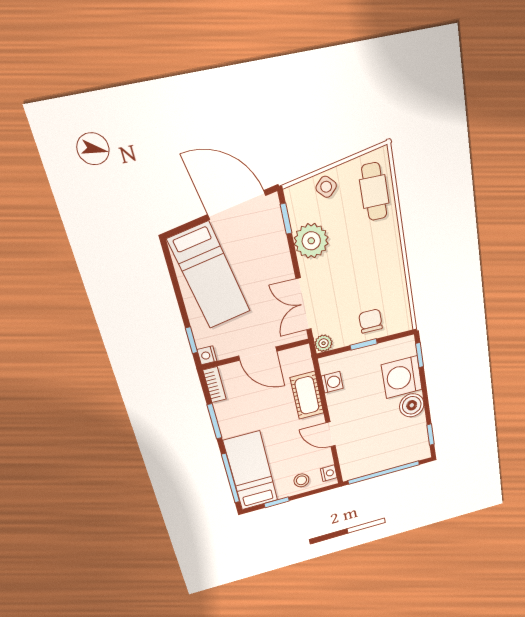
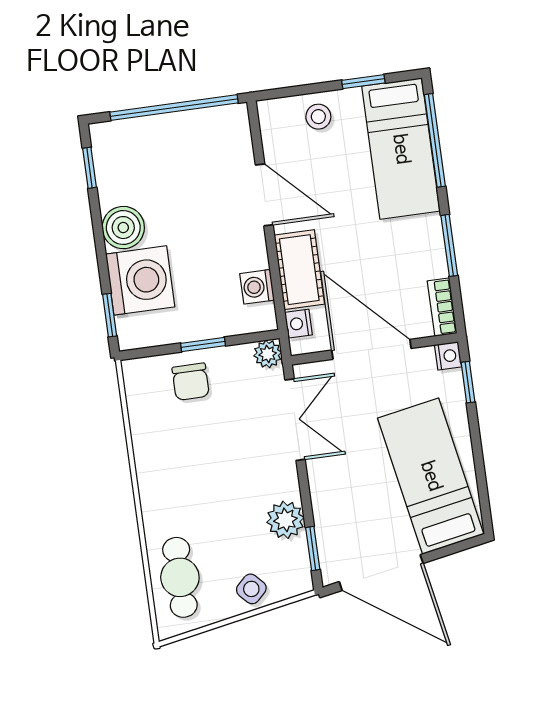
plant: (311, 241) -> (285, 520), width x0.73, depth x0.73
door: (258, 354) -> (371, 349), width x1.36
door: (331, 434) -> (264, 195), width x1.38
nightstand: (329, 473) -> (298, 324), moved

